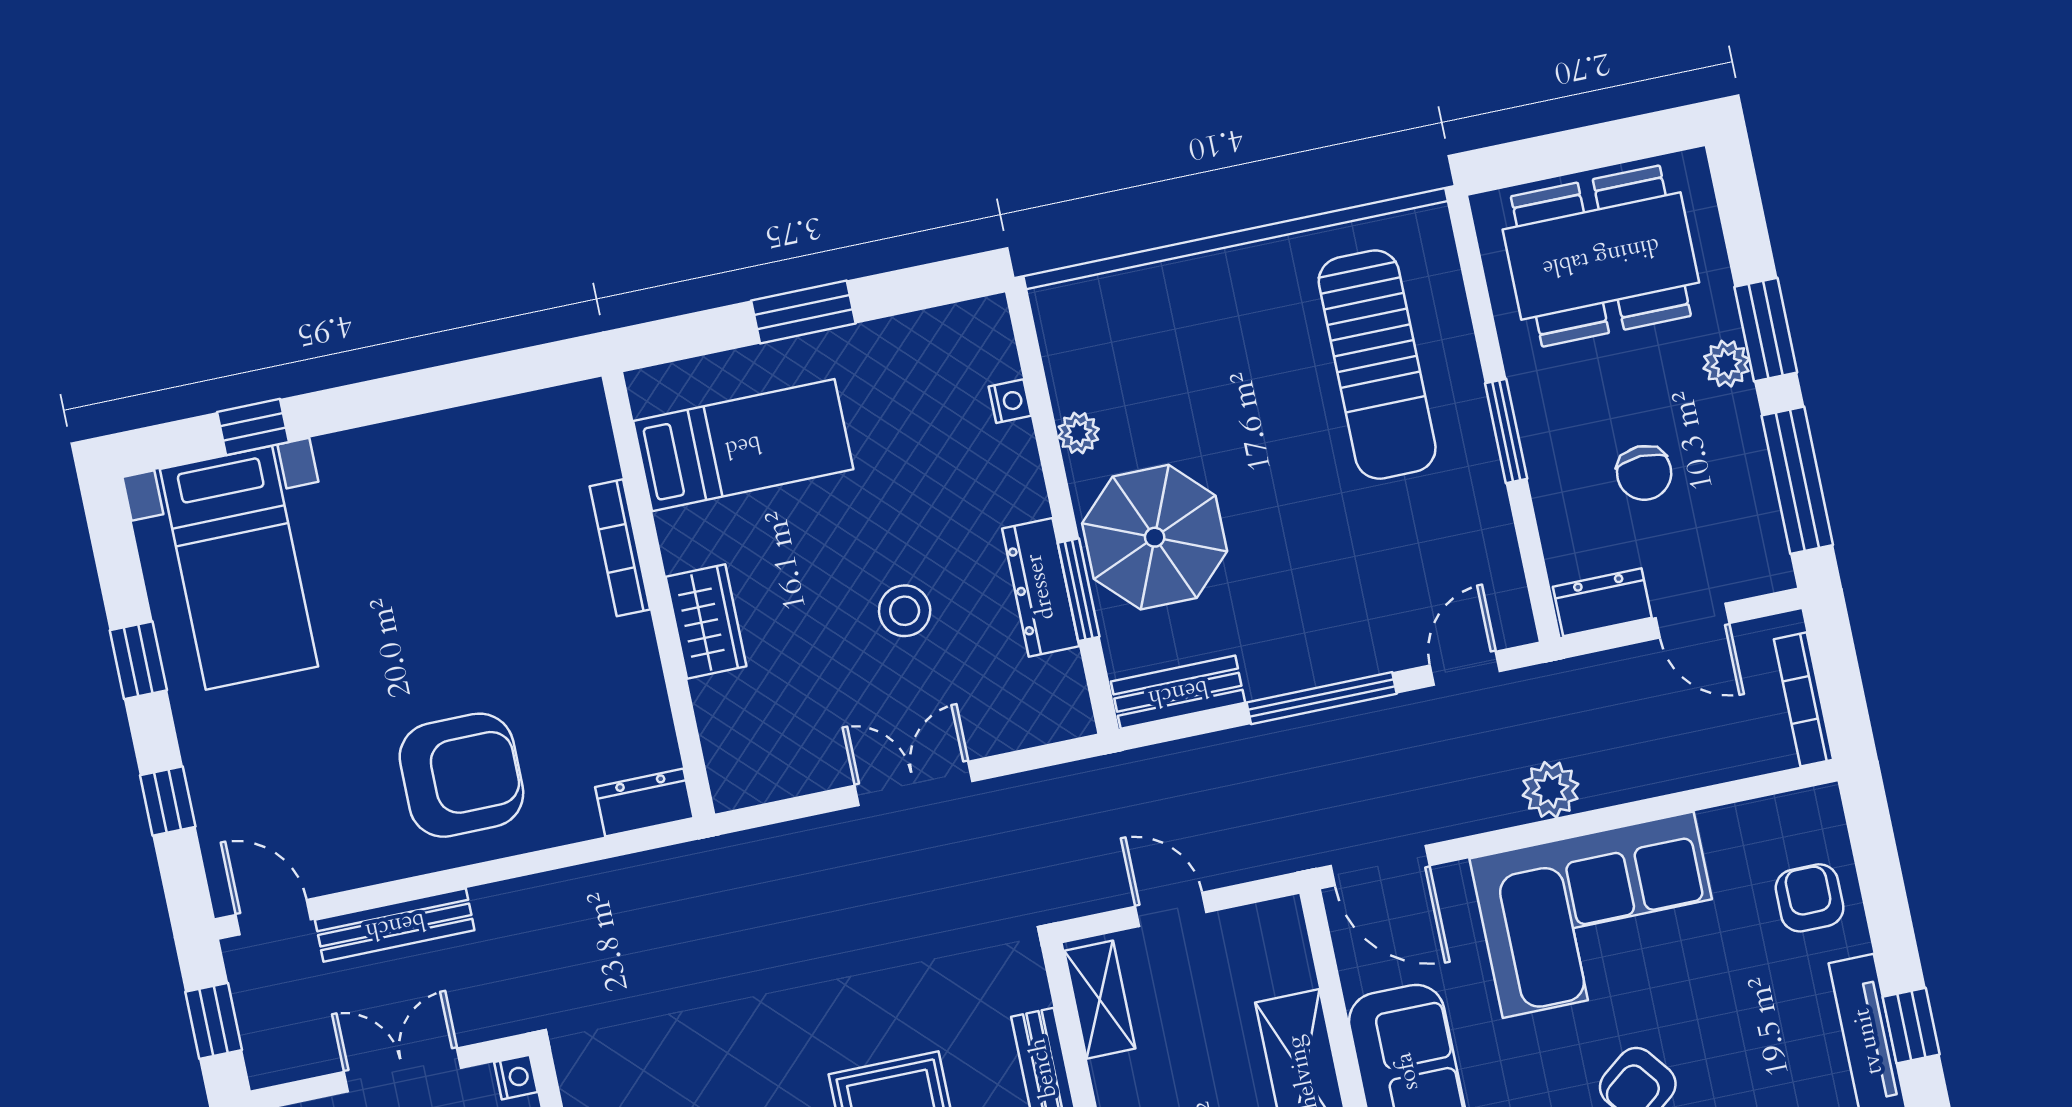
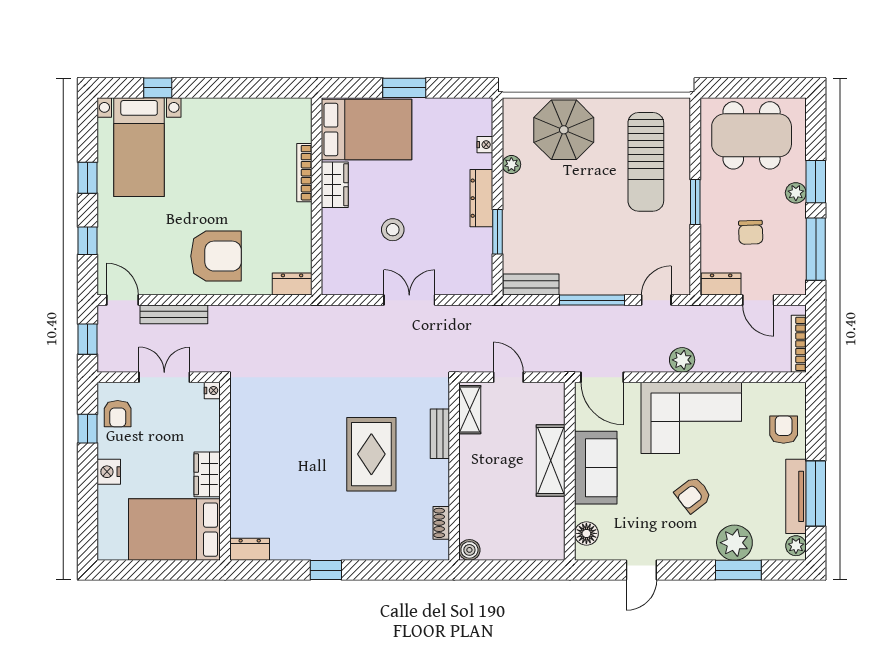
bed: (743, 445) -> (367, 129), width x1.50
parasol: (1155, 537) -> (564, 130), moved
dresser: (1041, 587) -> (481, 198), moved
stool: (905, 611) -> (393, 230), moved
wardrobe: (706, 621) -> (335, 185), moved
window: (1911, 1026) -> (816, 494), width x2.17

